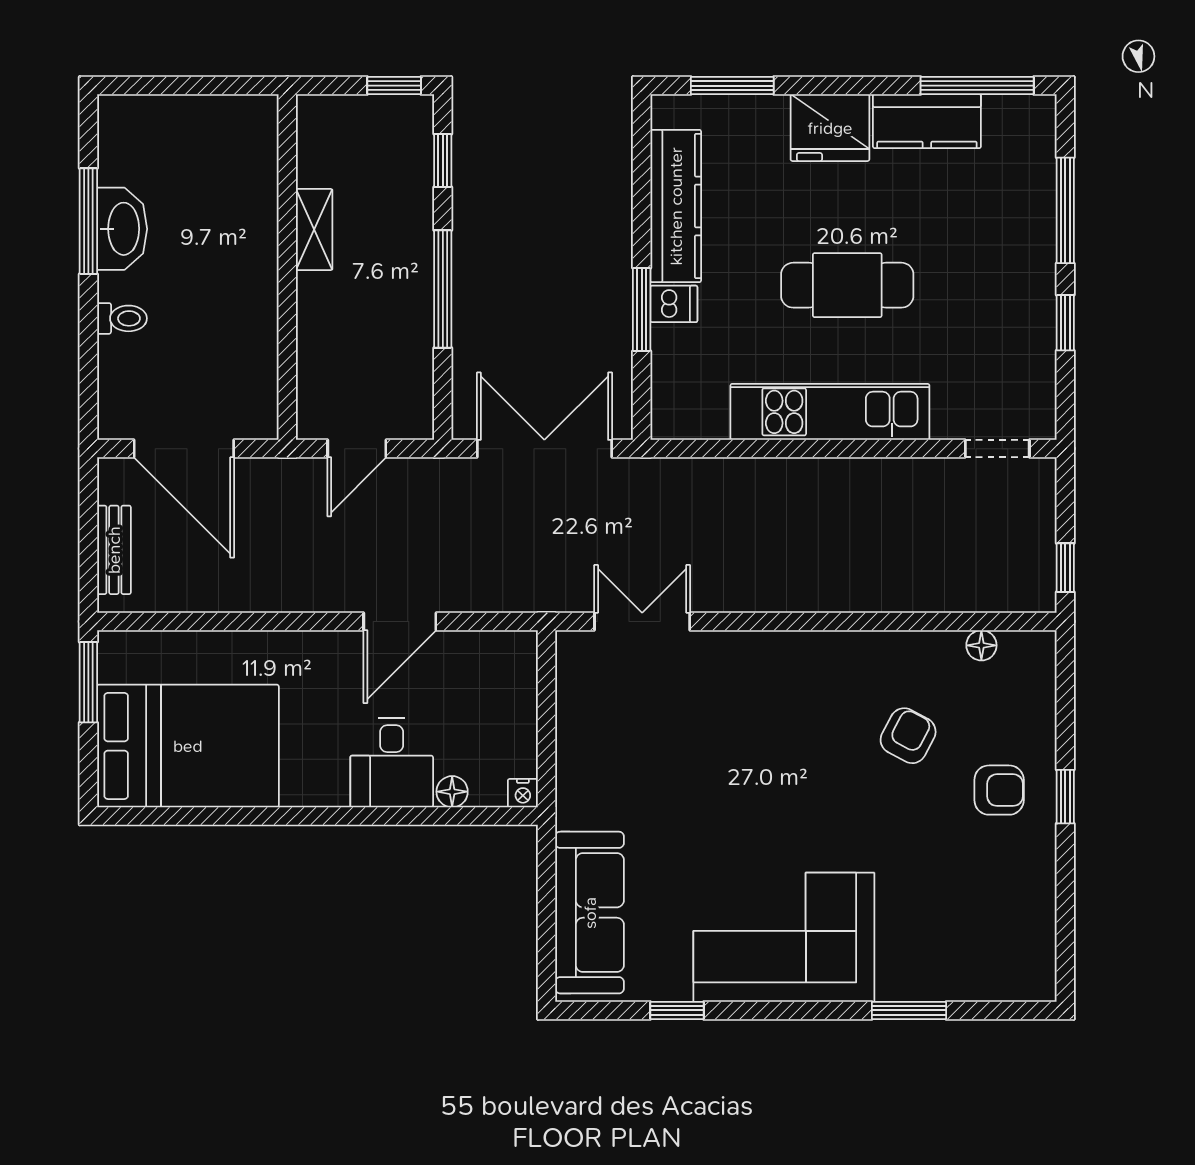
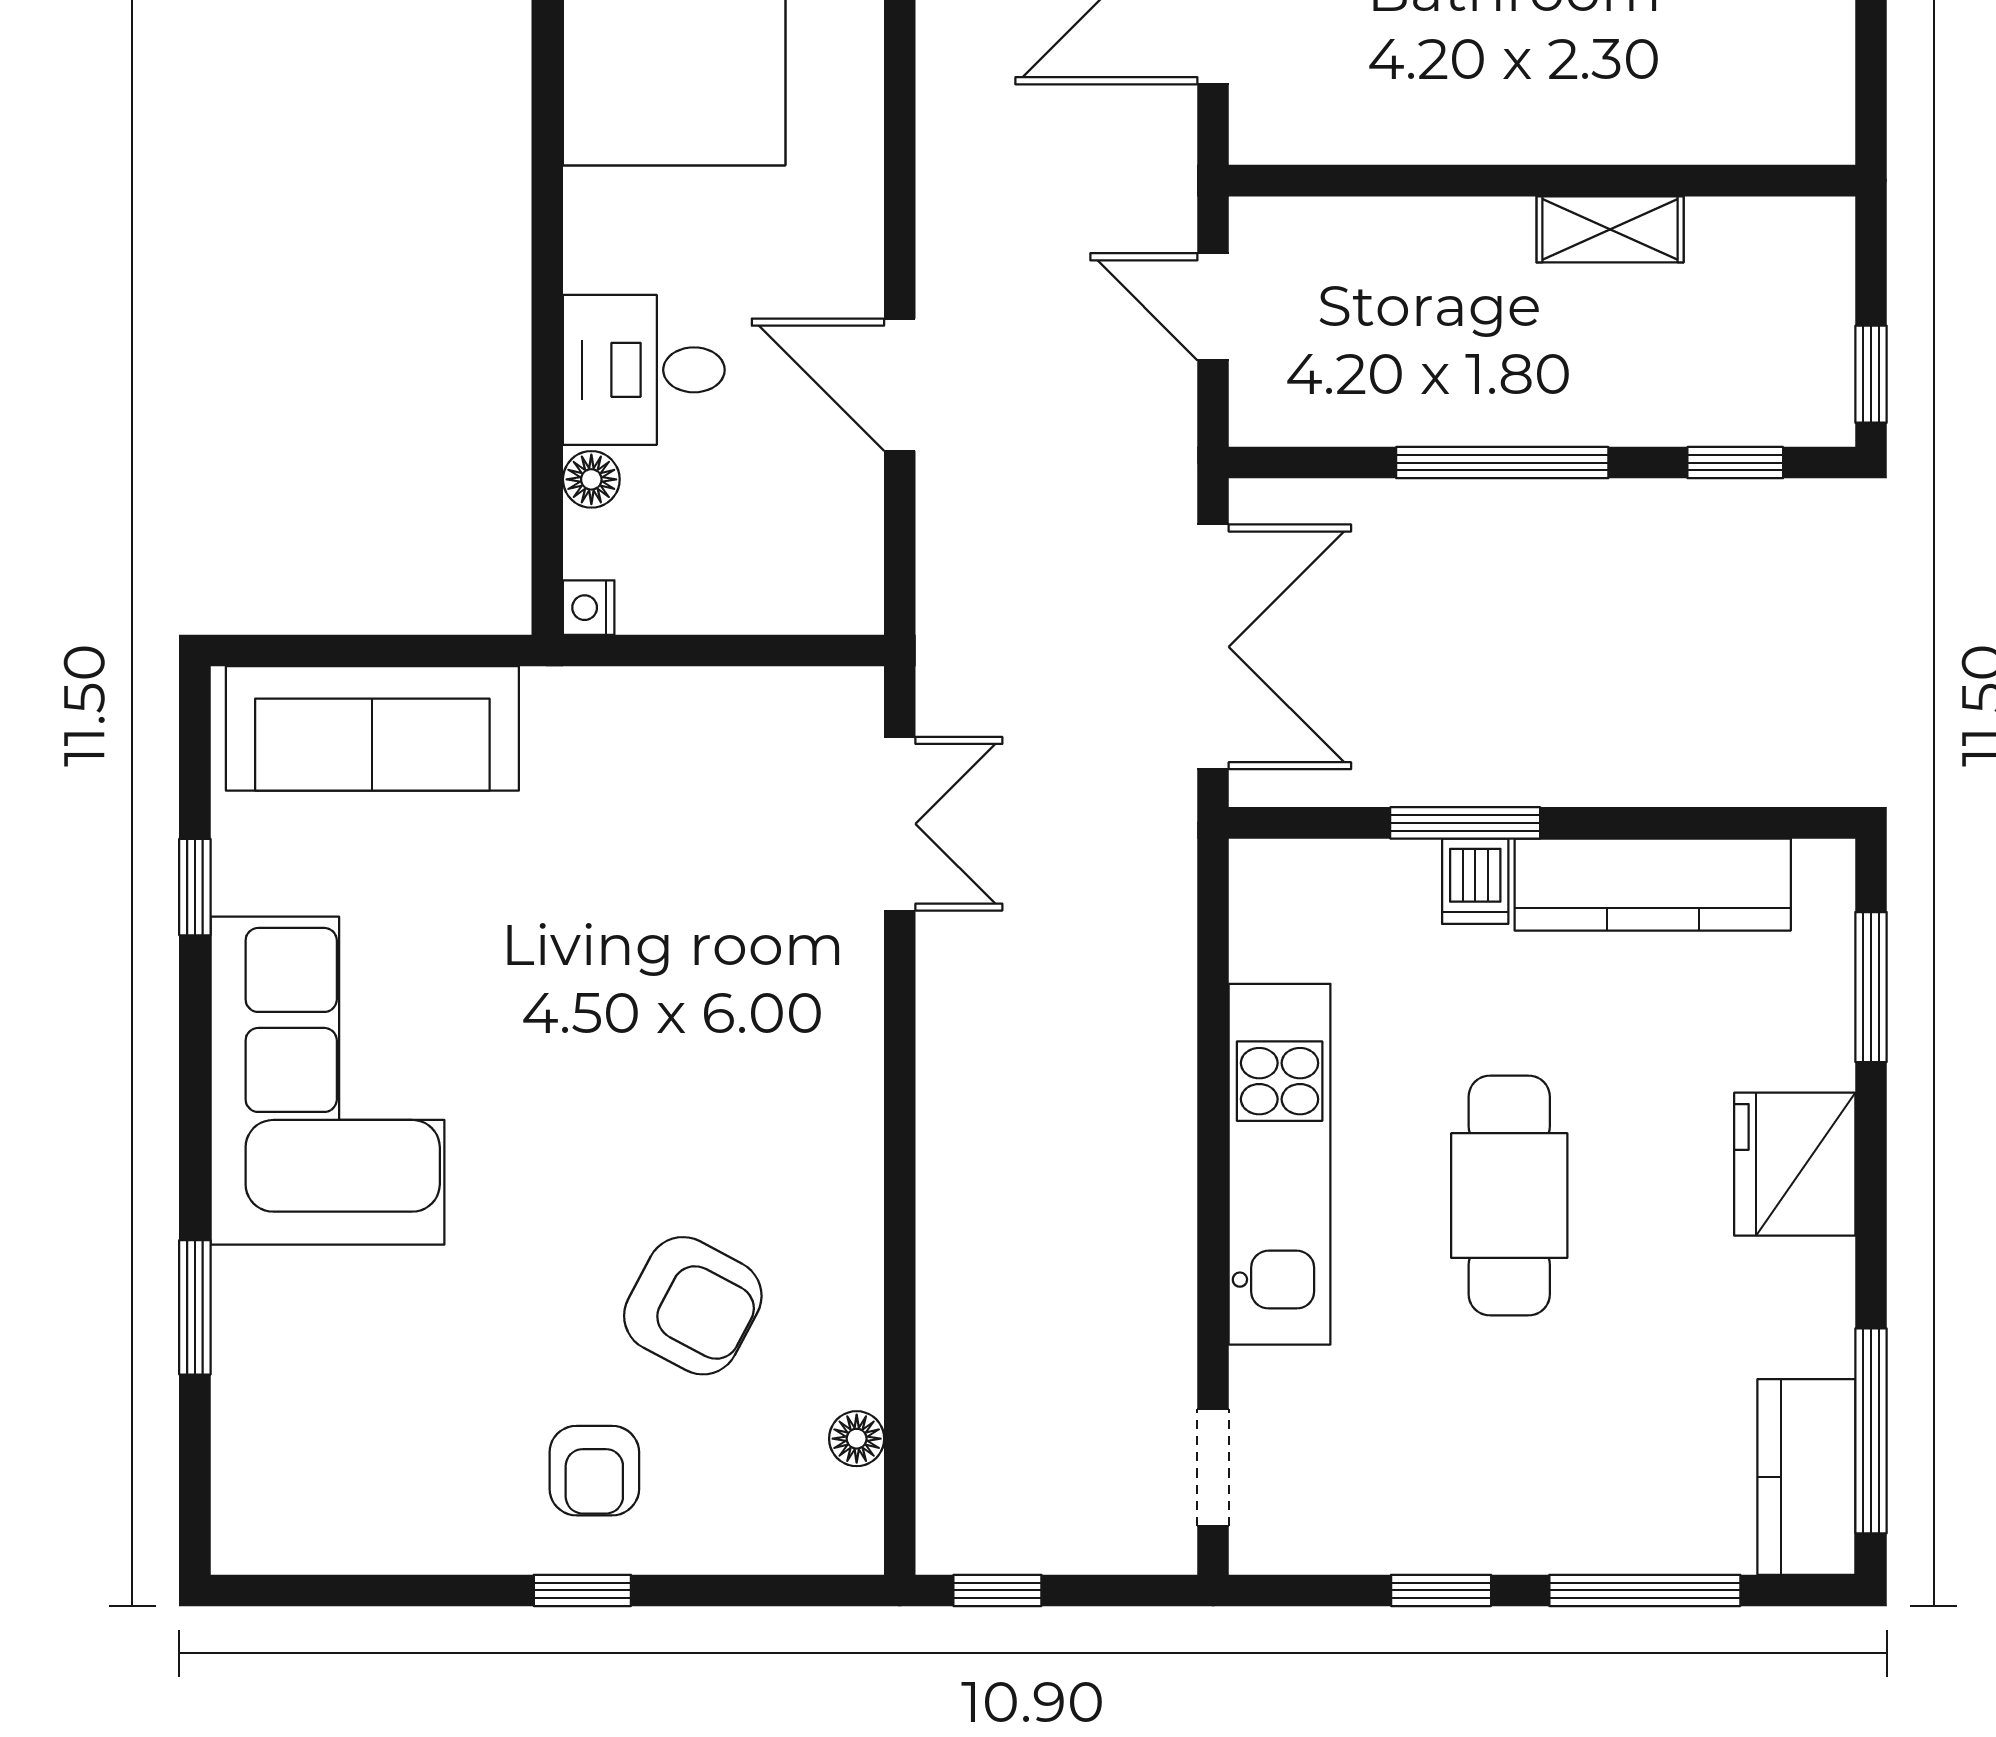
kitchen counter: (927, 121) -> (1806, 1477), moved
armchair: (908, 736) -> (693, 1306), width x1.38, depth x1.38

